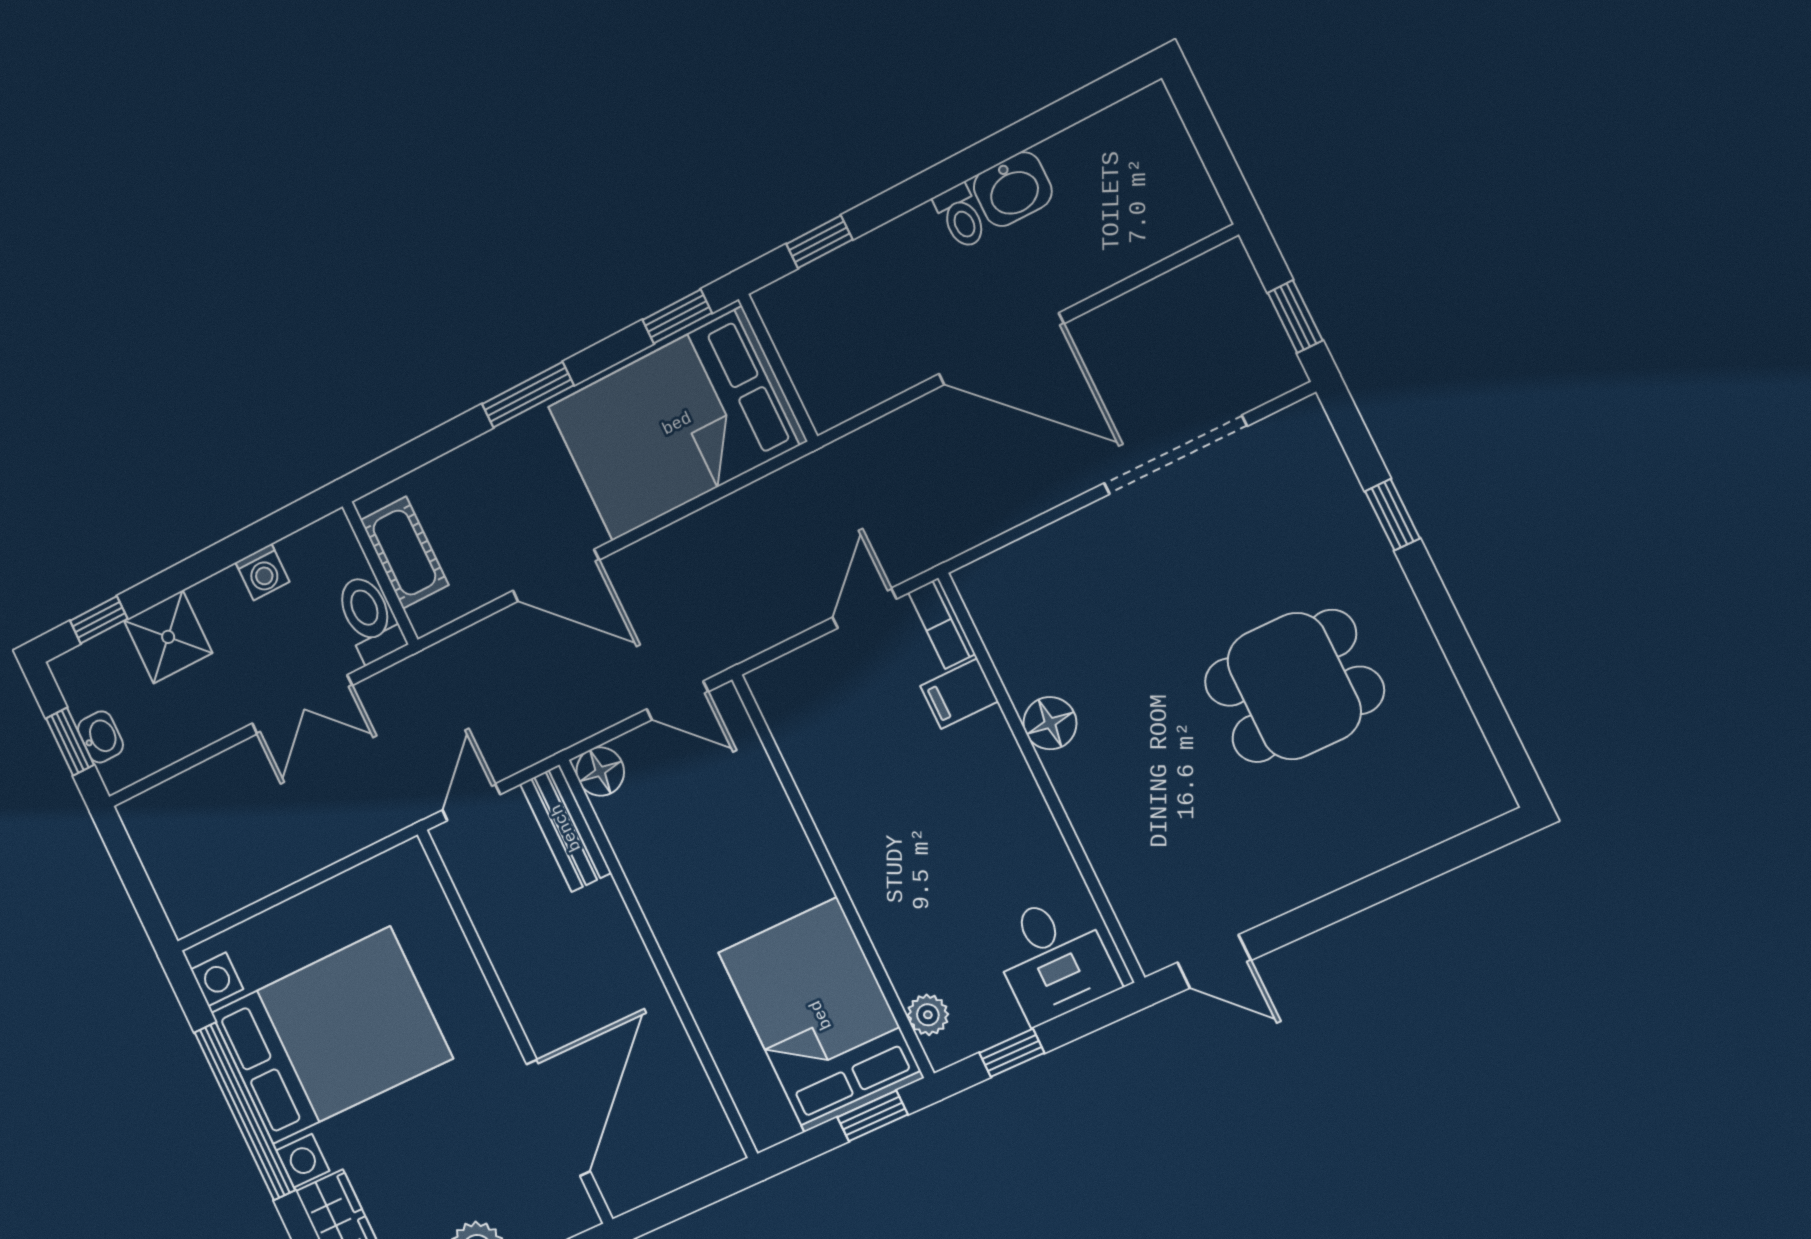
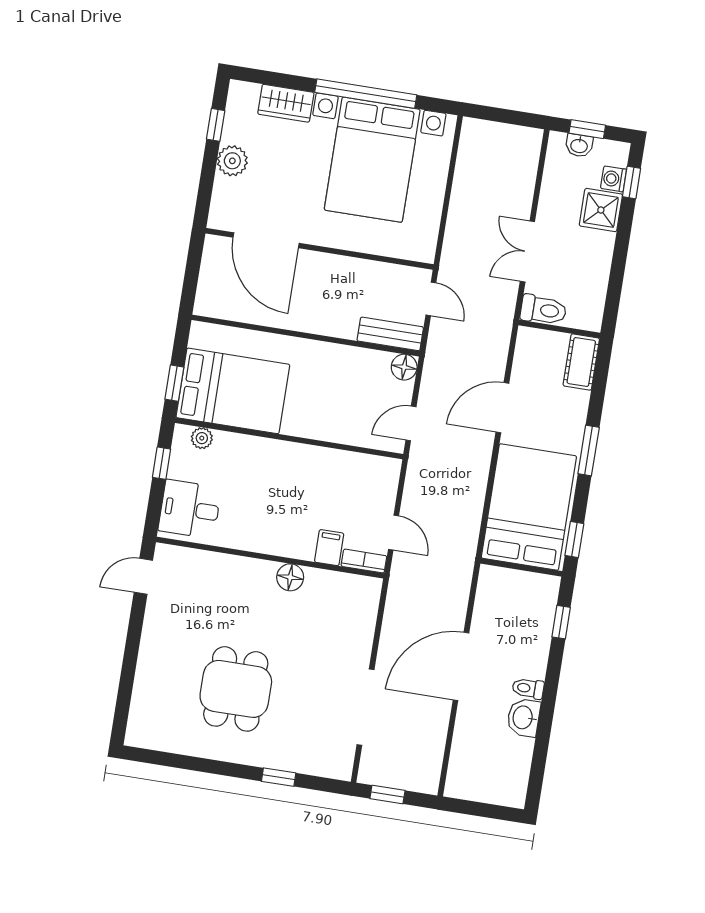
cot: (404, 553) -> (581, 362), moved, turned 90
washing machine: (262, 572) -> (614, 179), moved

